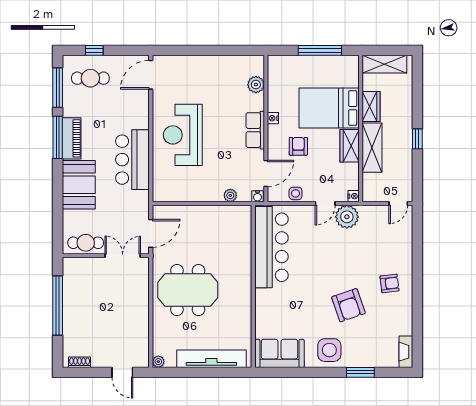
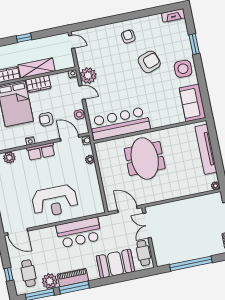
plant: (73, 105) -> (50, 281), added
booth: (79, 185) -> (115, 264), moved
meeting table: (188, 290) -> (145, 158), moved

